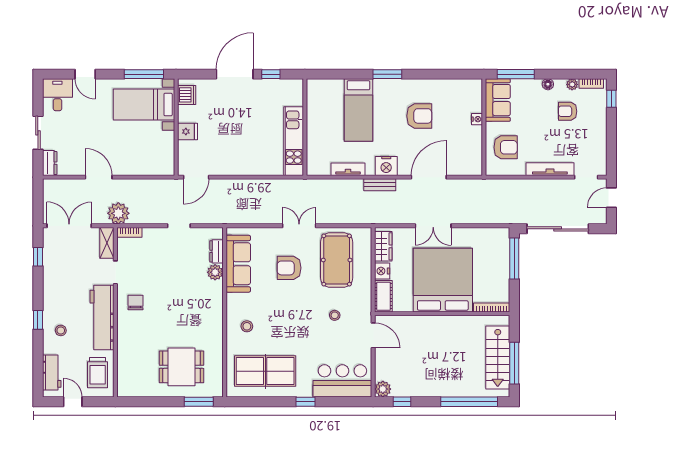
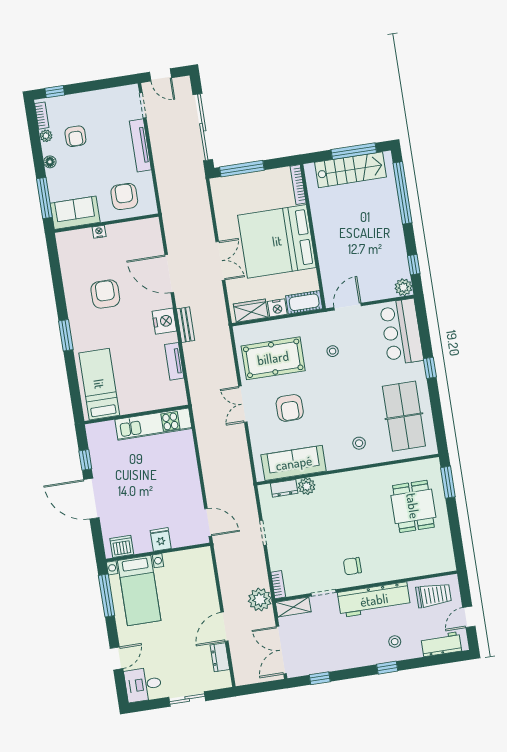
bed: (358, 110) -> (99, 384), moved, turned -90
dresser: (50, 163) -> (220, 657), moved, turned -90

